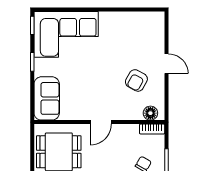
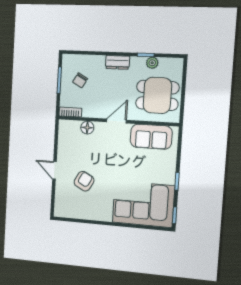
armchair: (136, 80) -> (84, 181), moved
sofa: (47, 98) -> (151, 137), moved, turned -90
floor lamp: (150, 113) -> (87, 128), moved

